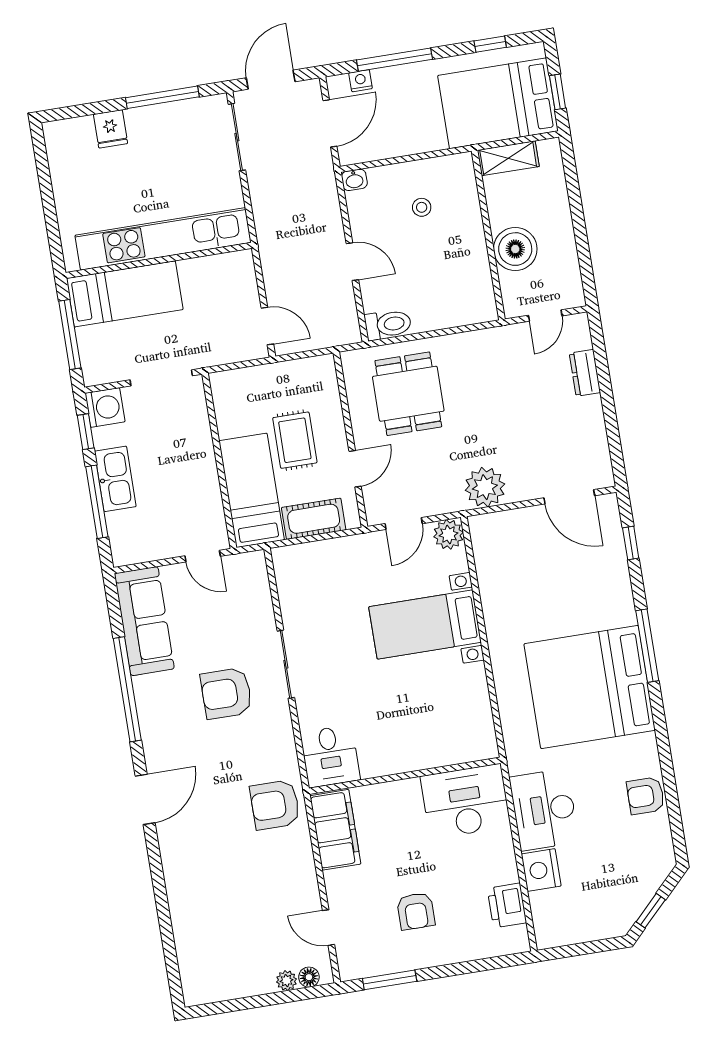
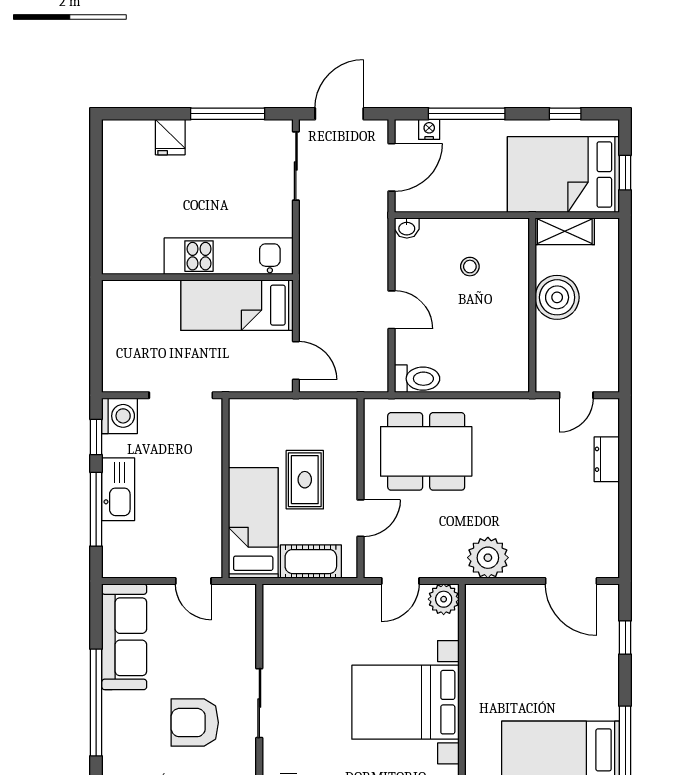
kitchen unit: (163, 239) -> (229, 256), width x0.73
boiler: (515, 249) -> (557, 297), moved
bed: (125, 294) -> (237, 305), moved, turned 180
window: (70, 335) -> (96, 337), removed
dining table: (408, 394) -> (426, 451), width x1.38
bed with nightstands: (425, 625) -> (405, 702), width x1.36

